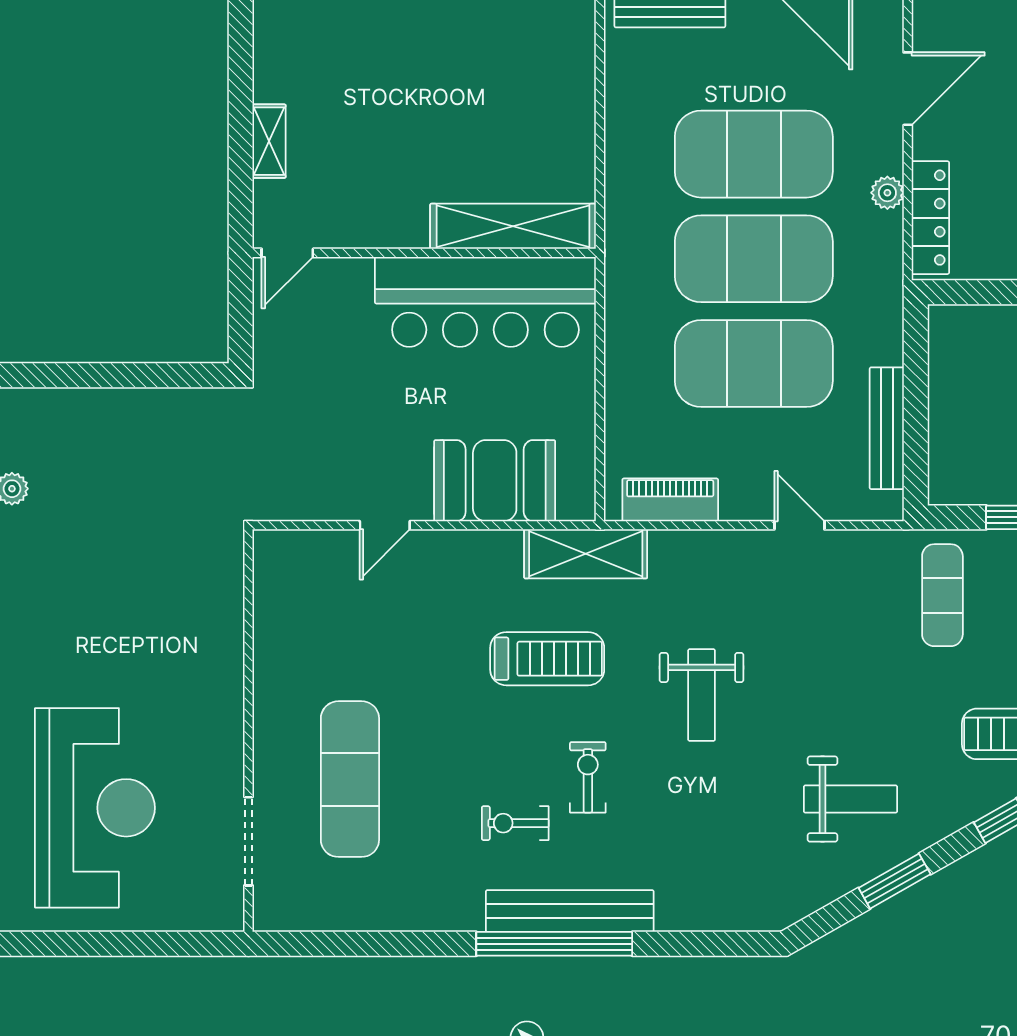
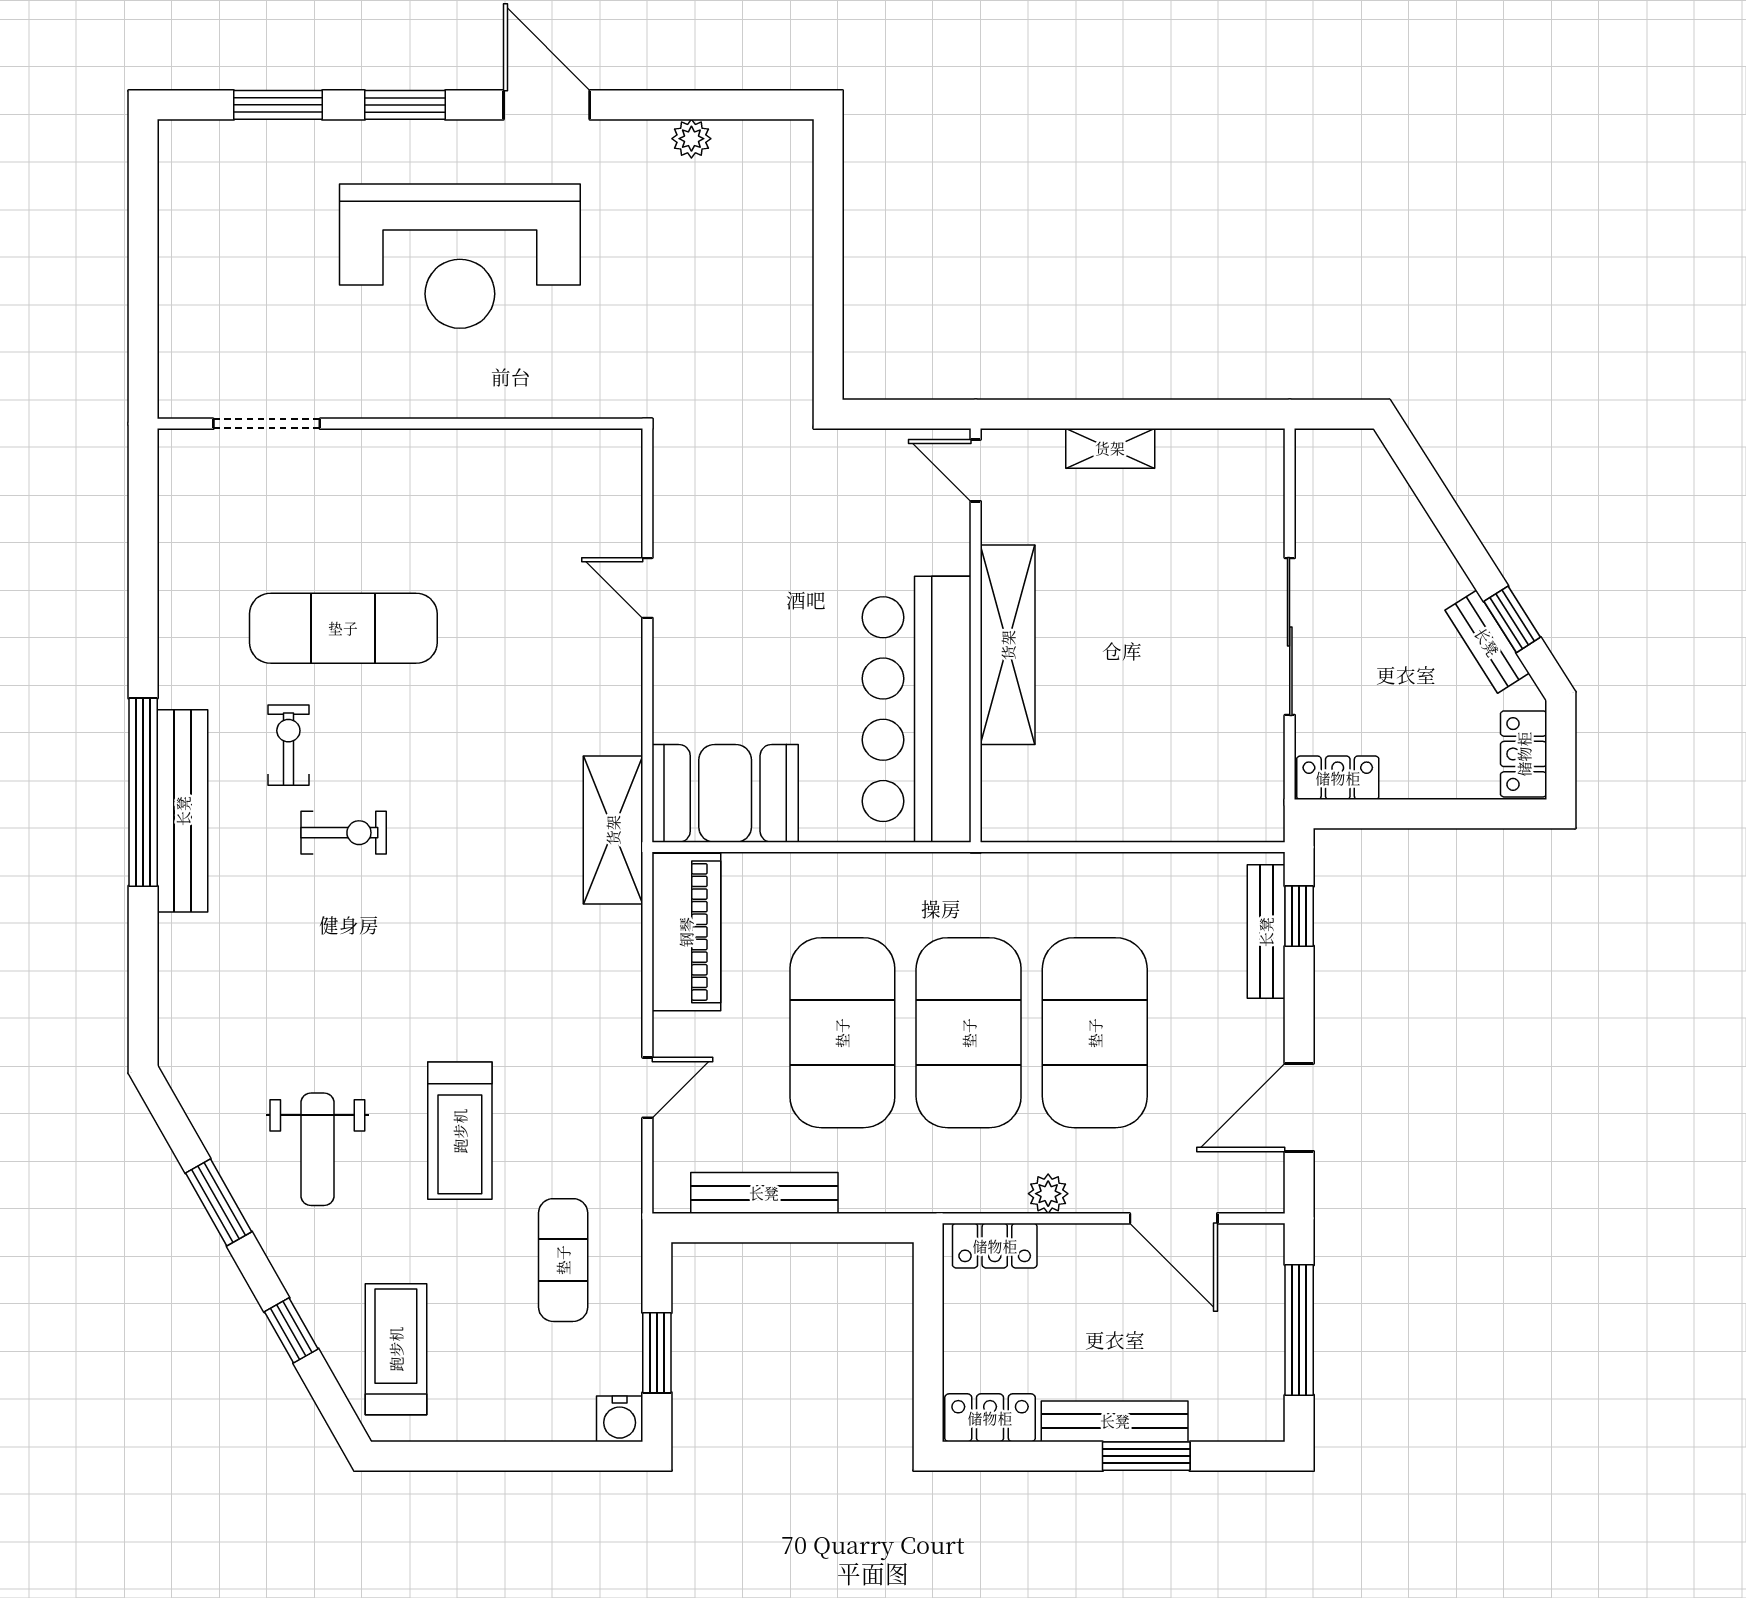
locker: (930, 218) -> (995, 1246), width x0.66
shelving: (513, 226) -> (1008, 645), moved
booth: (495, 481) -> (725, 793), moved, turned 90
piano: (670, 500) -> (686, 932), width x1.37, depth x1.33
exercise mat: (942, 595) -> (563, 1260), turned 90
treadmill: (547, 659) -> (460, 1131), moved
weight bench: (702, 695) -> (443, 970), removed
exercise mat: (350, 779) -> (343, 628), moved
reception desk: (95, 808) -> (460, 256), moved

